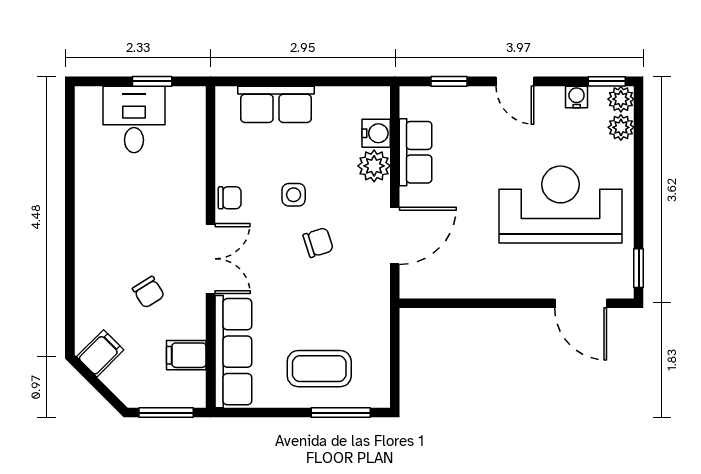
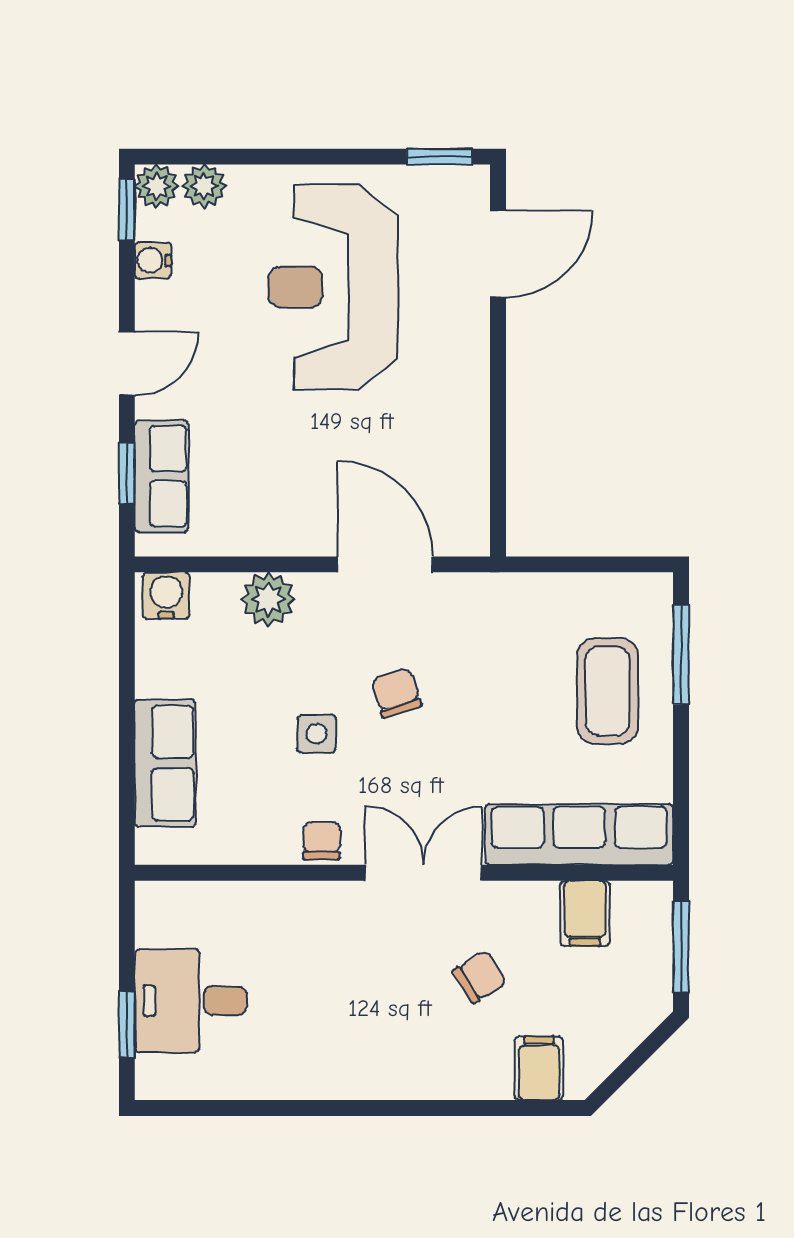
window: (152, 81) -> (127, 1025), moved
water cooler: (376, 133) -> (166, 596), moved
row of seats: (416, 152) -> (162, 476), moved, turned 90
filing cabinet: (100, 353) -> (539, 1068), moved, turned 45

